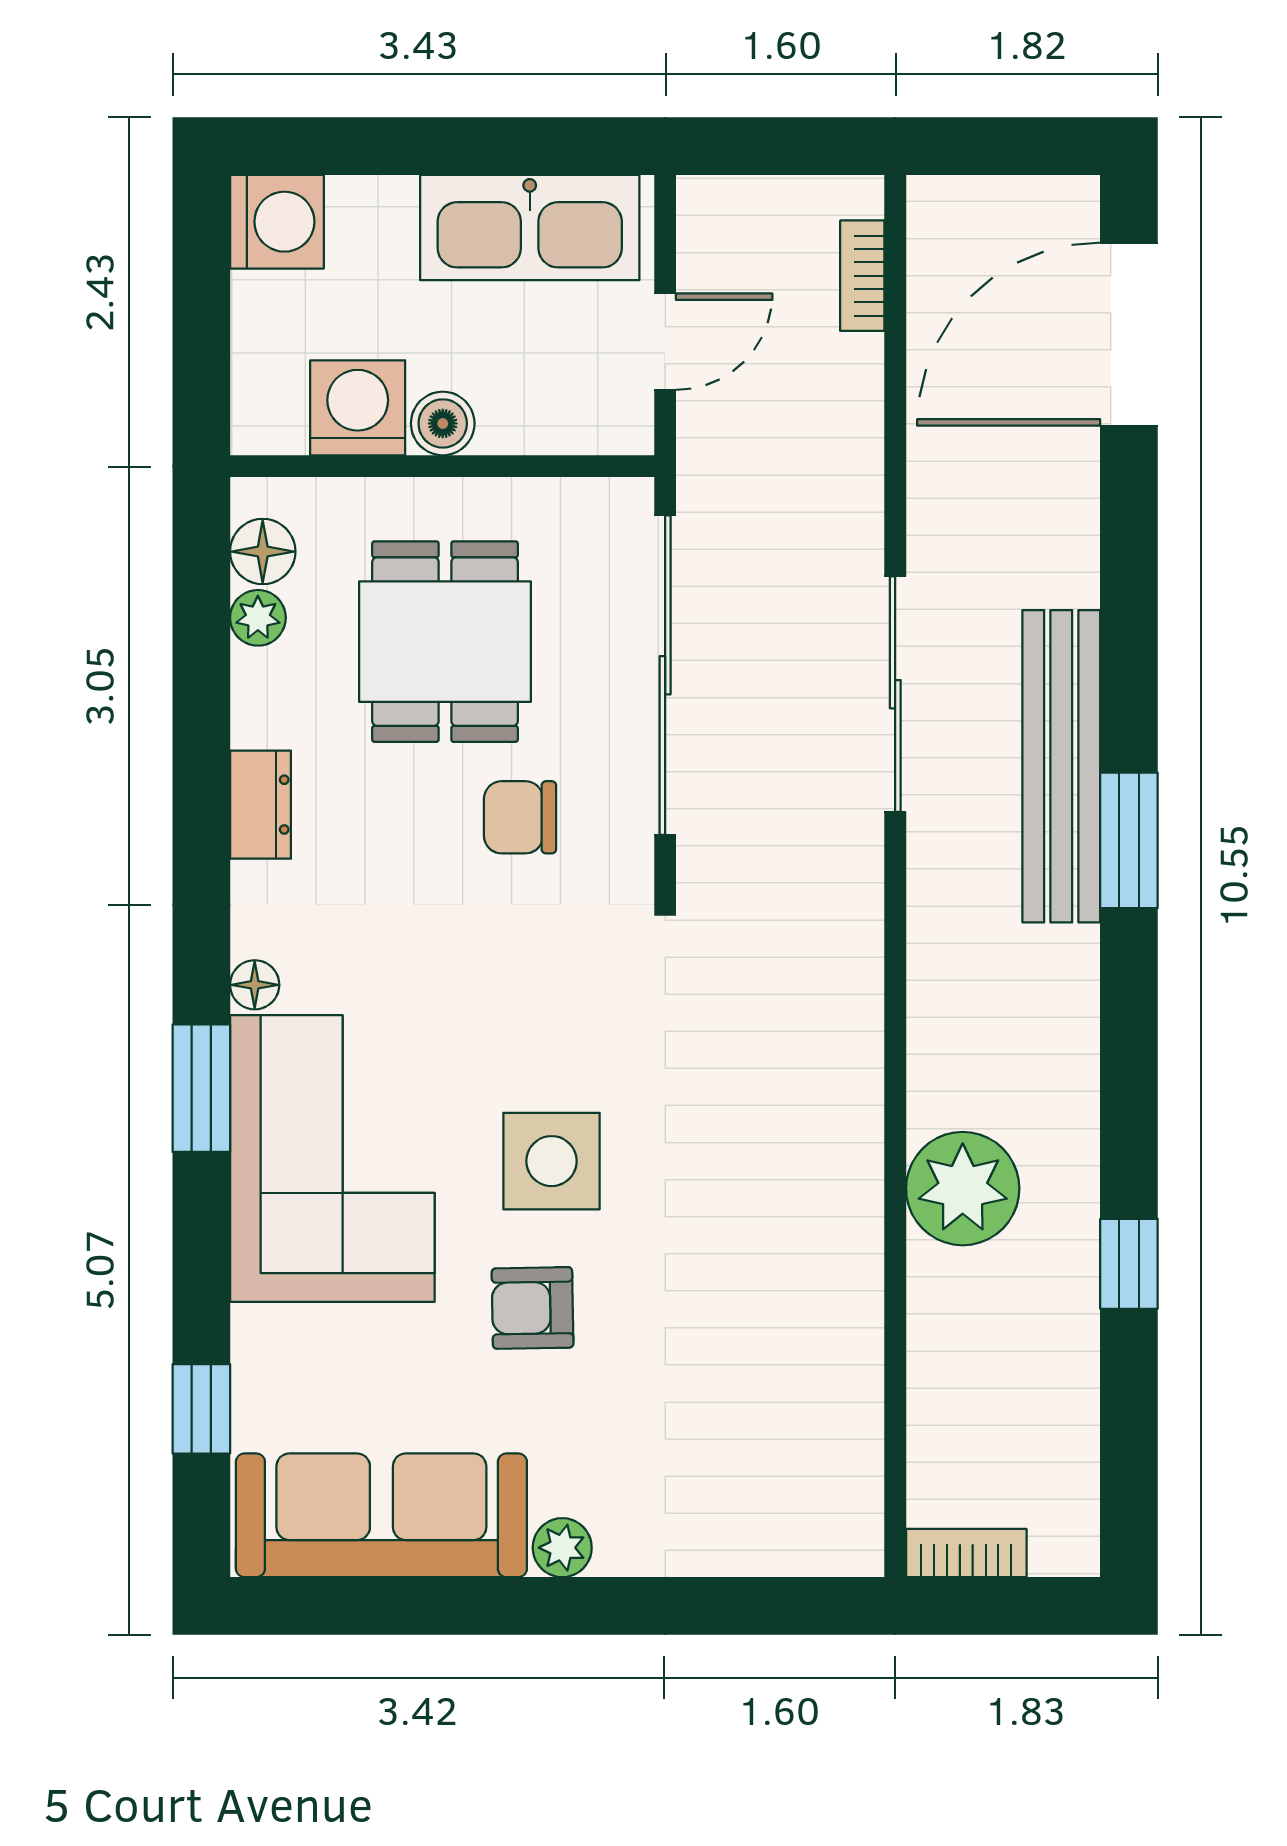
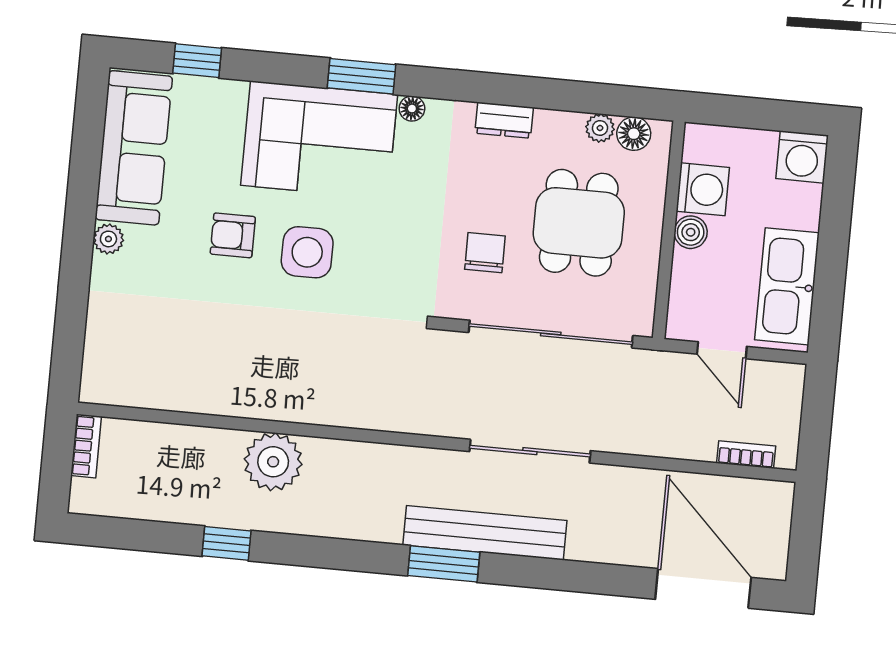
dining table: (445, 642) -> (579, 223), turned 90
armchair: (533, 1308) -> (233, 235), turned -89

